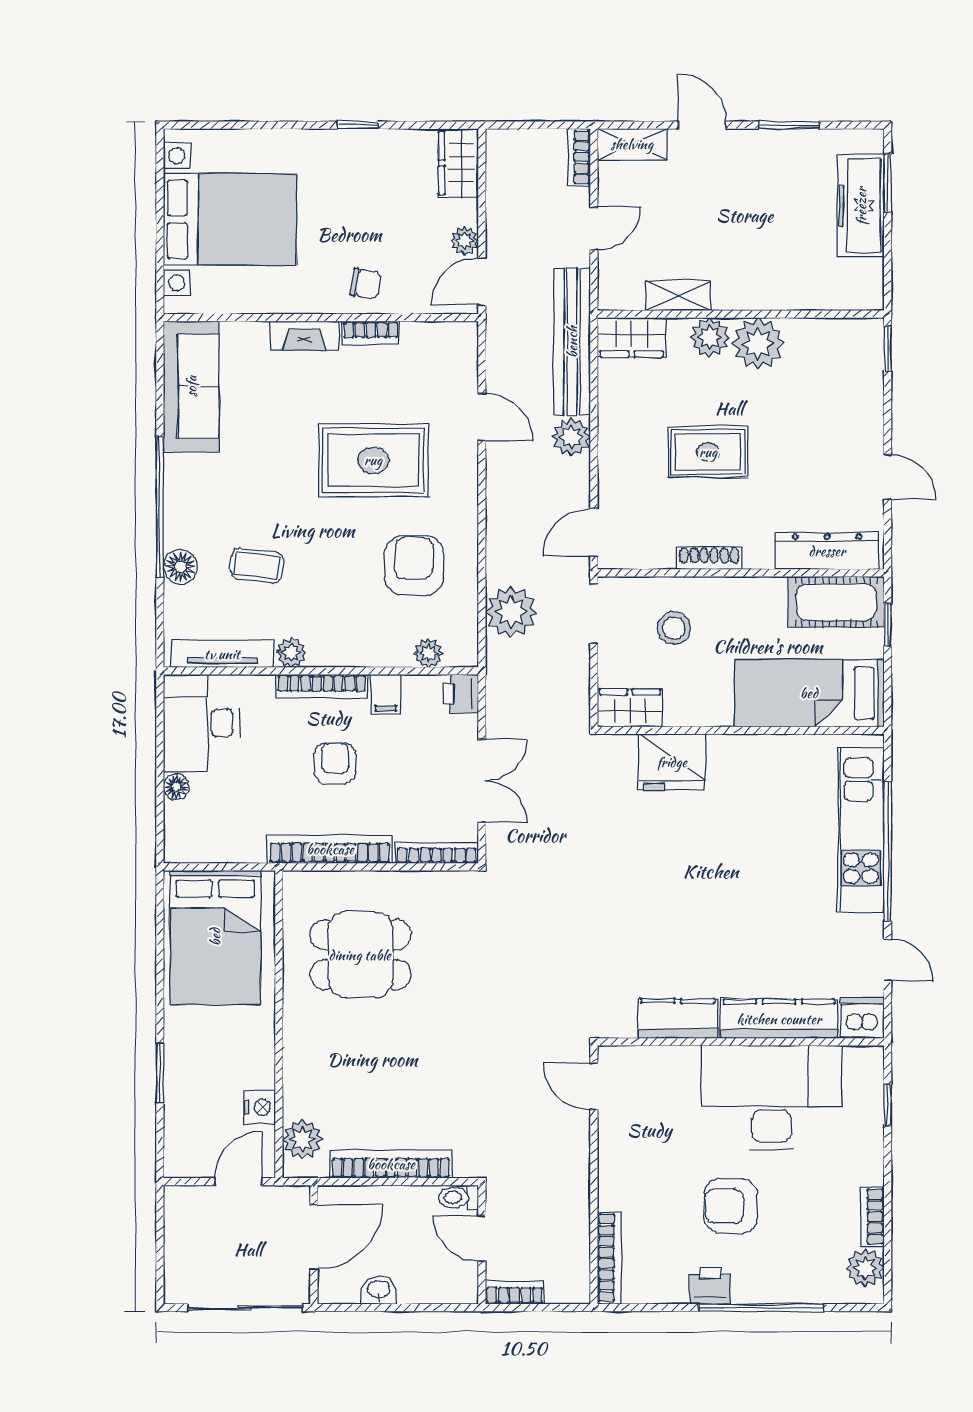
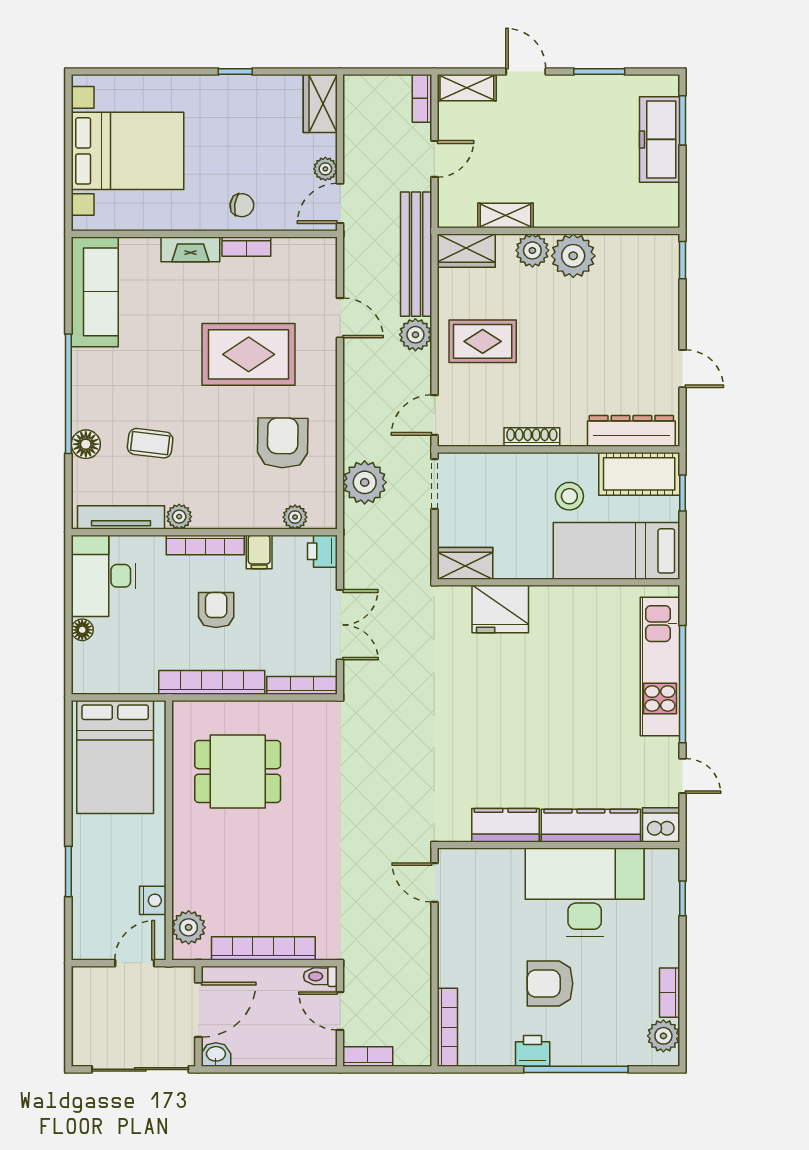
rug: (708, 452) -> (483, 341), moved
stool: (674, 628) -> (569, 496), moved
washbasin: (379, 1290) -> (216, 1055), moved

